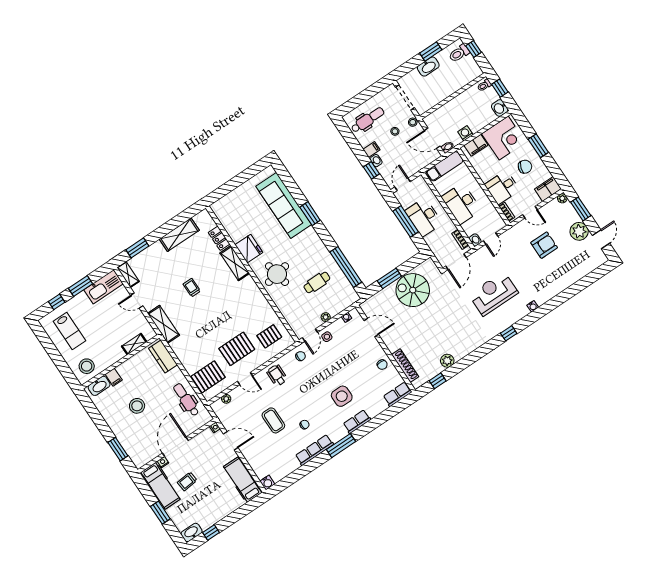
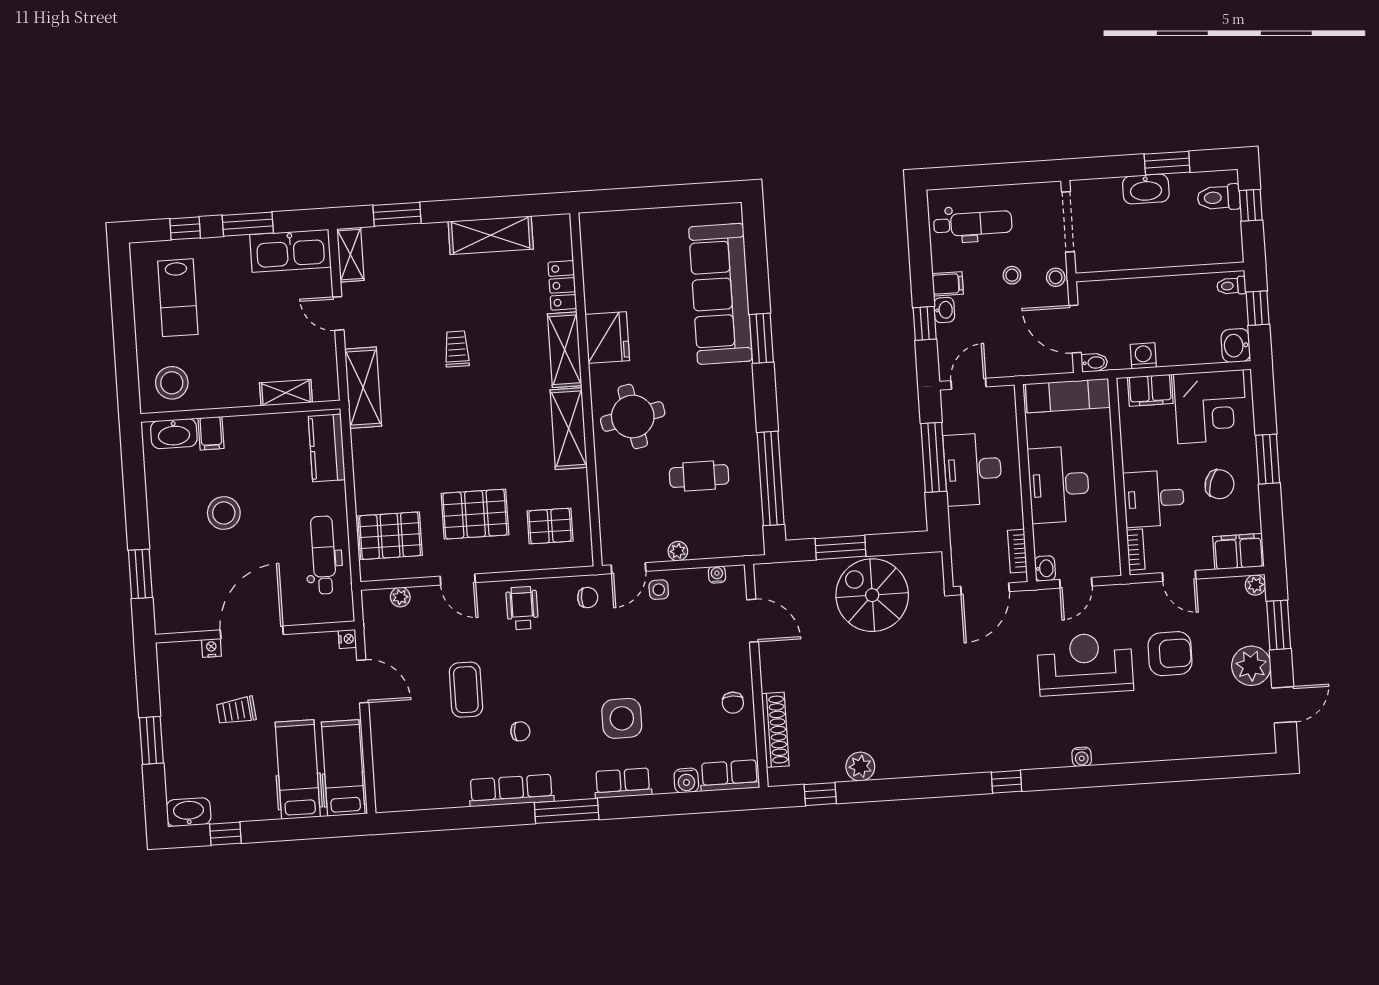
shelving: (254, 294) -> (569, 429), added
reception desk: (493, 294) -> (1085, 664), moved
water cooler: (267, 483) -> (686, 781), moved
hospital bed: (160, 486) -> (298, 770), moved, turned 180

